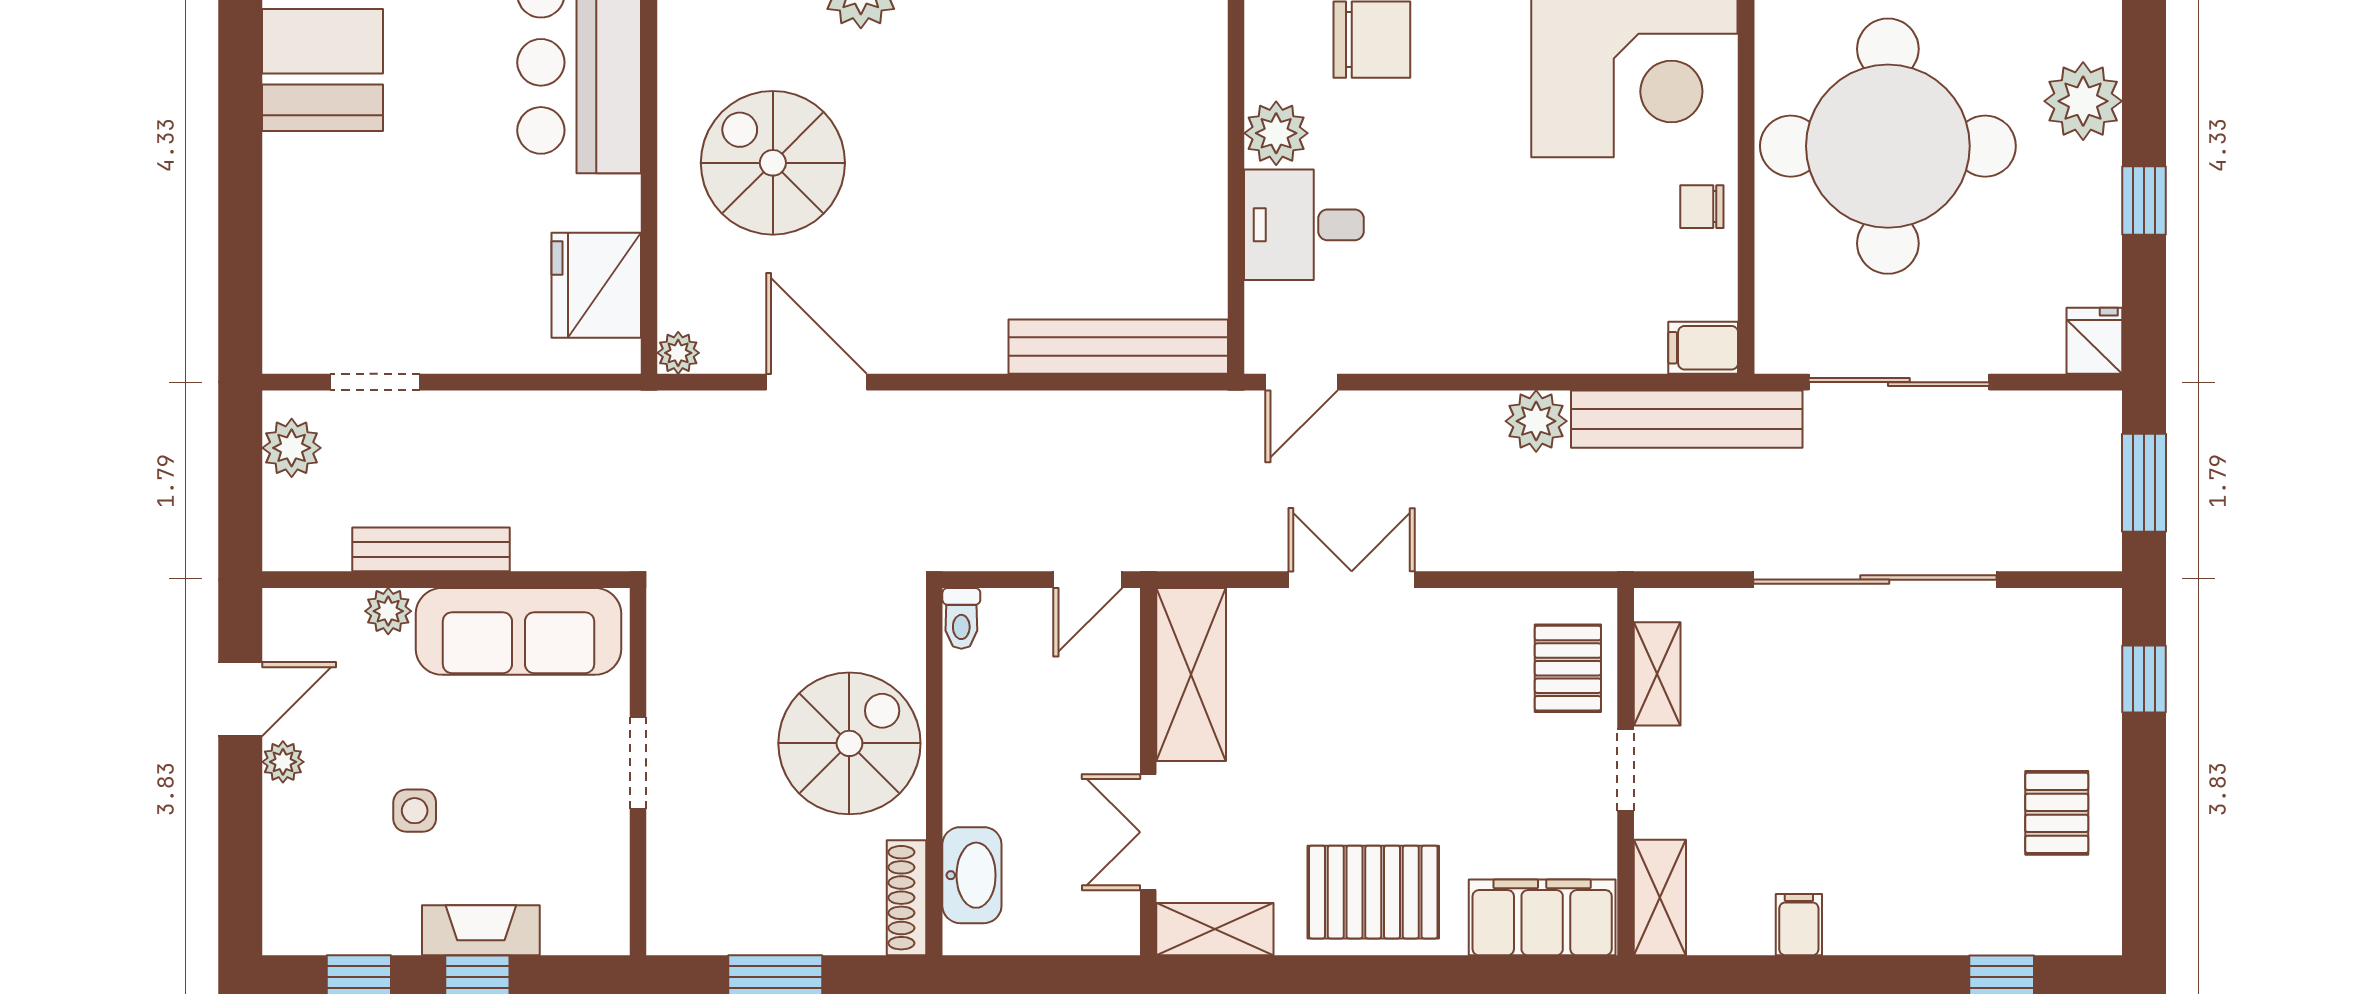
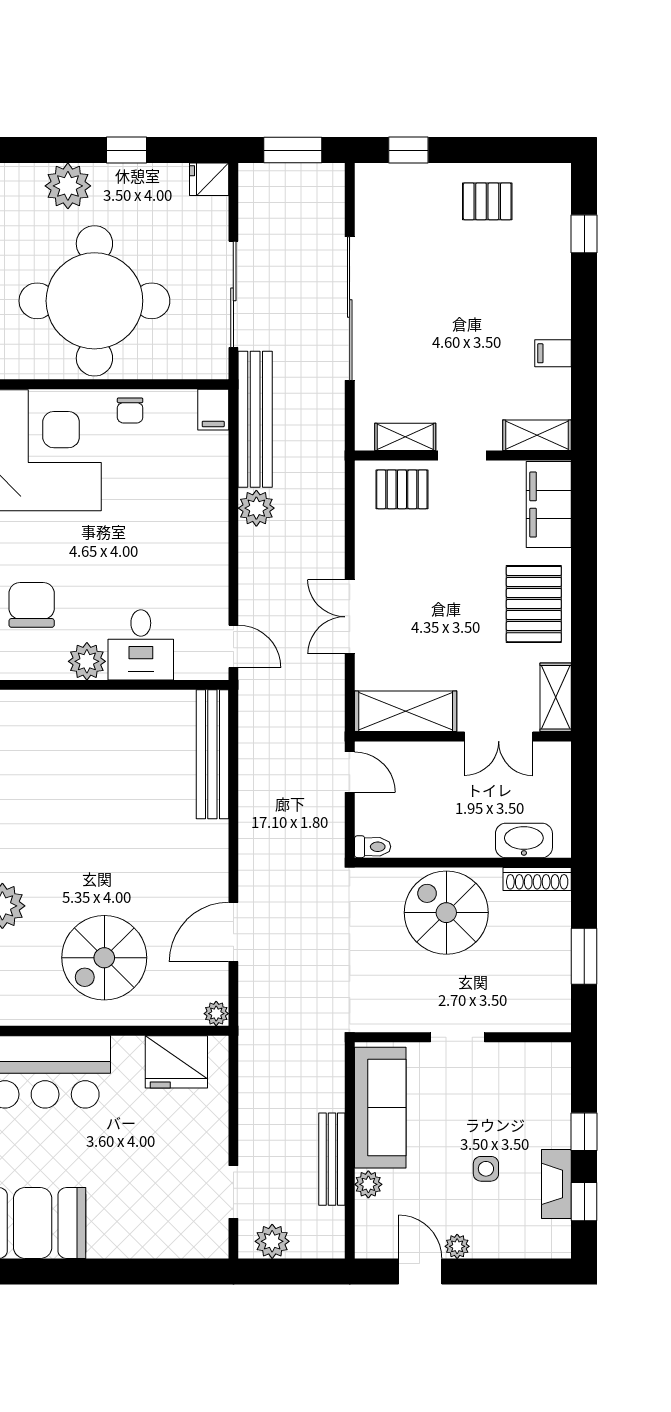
fireplace: (481, 930) -> (556, 1184), moved

